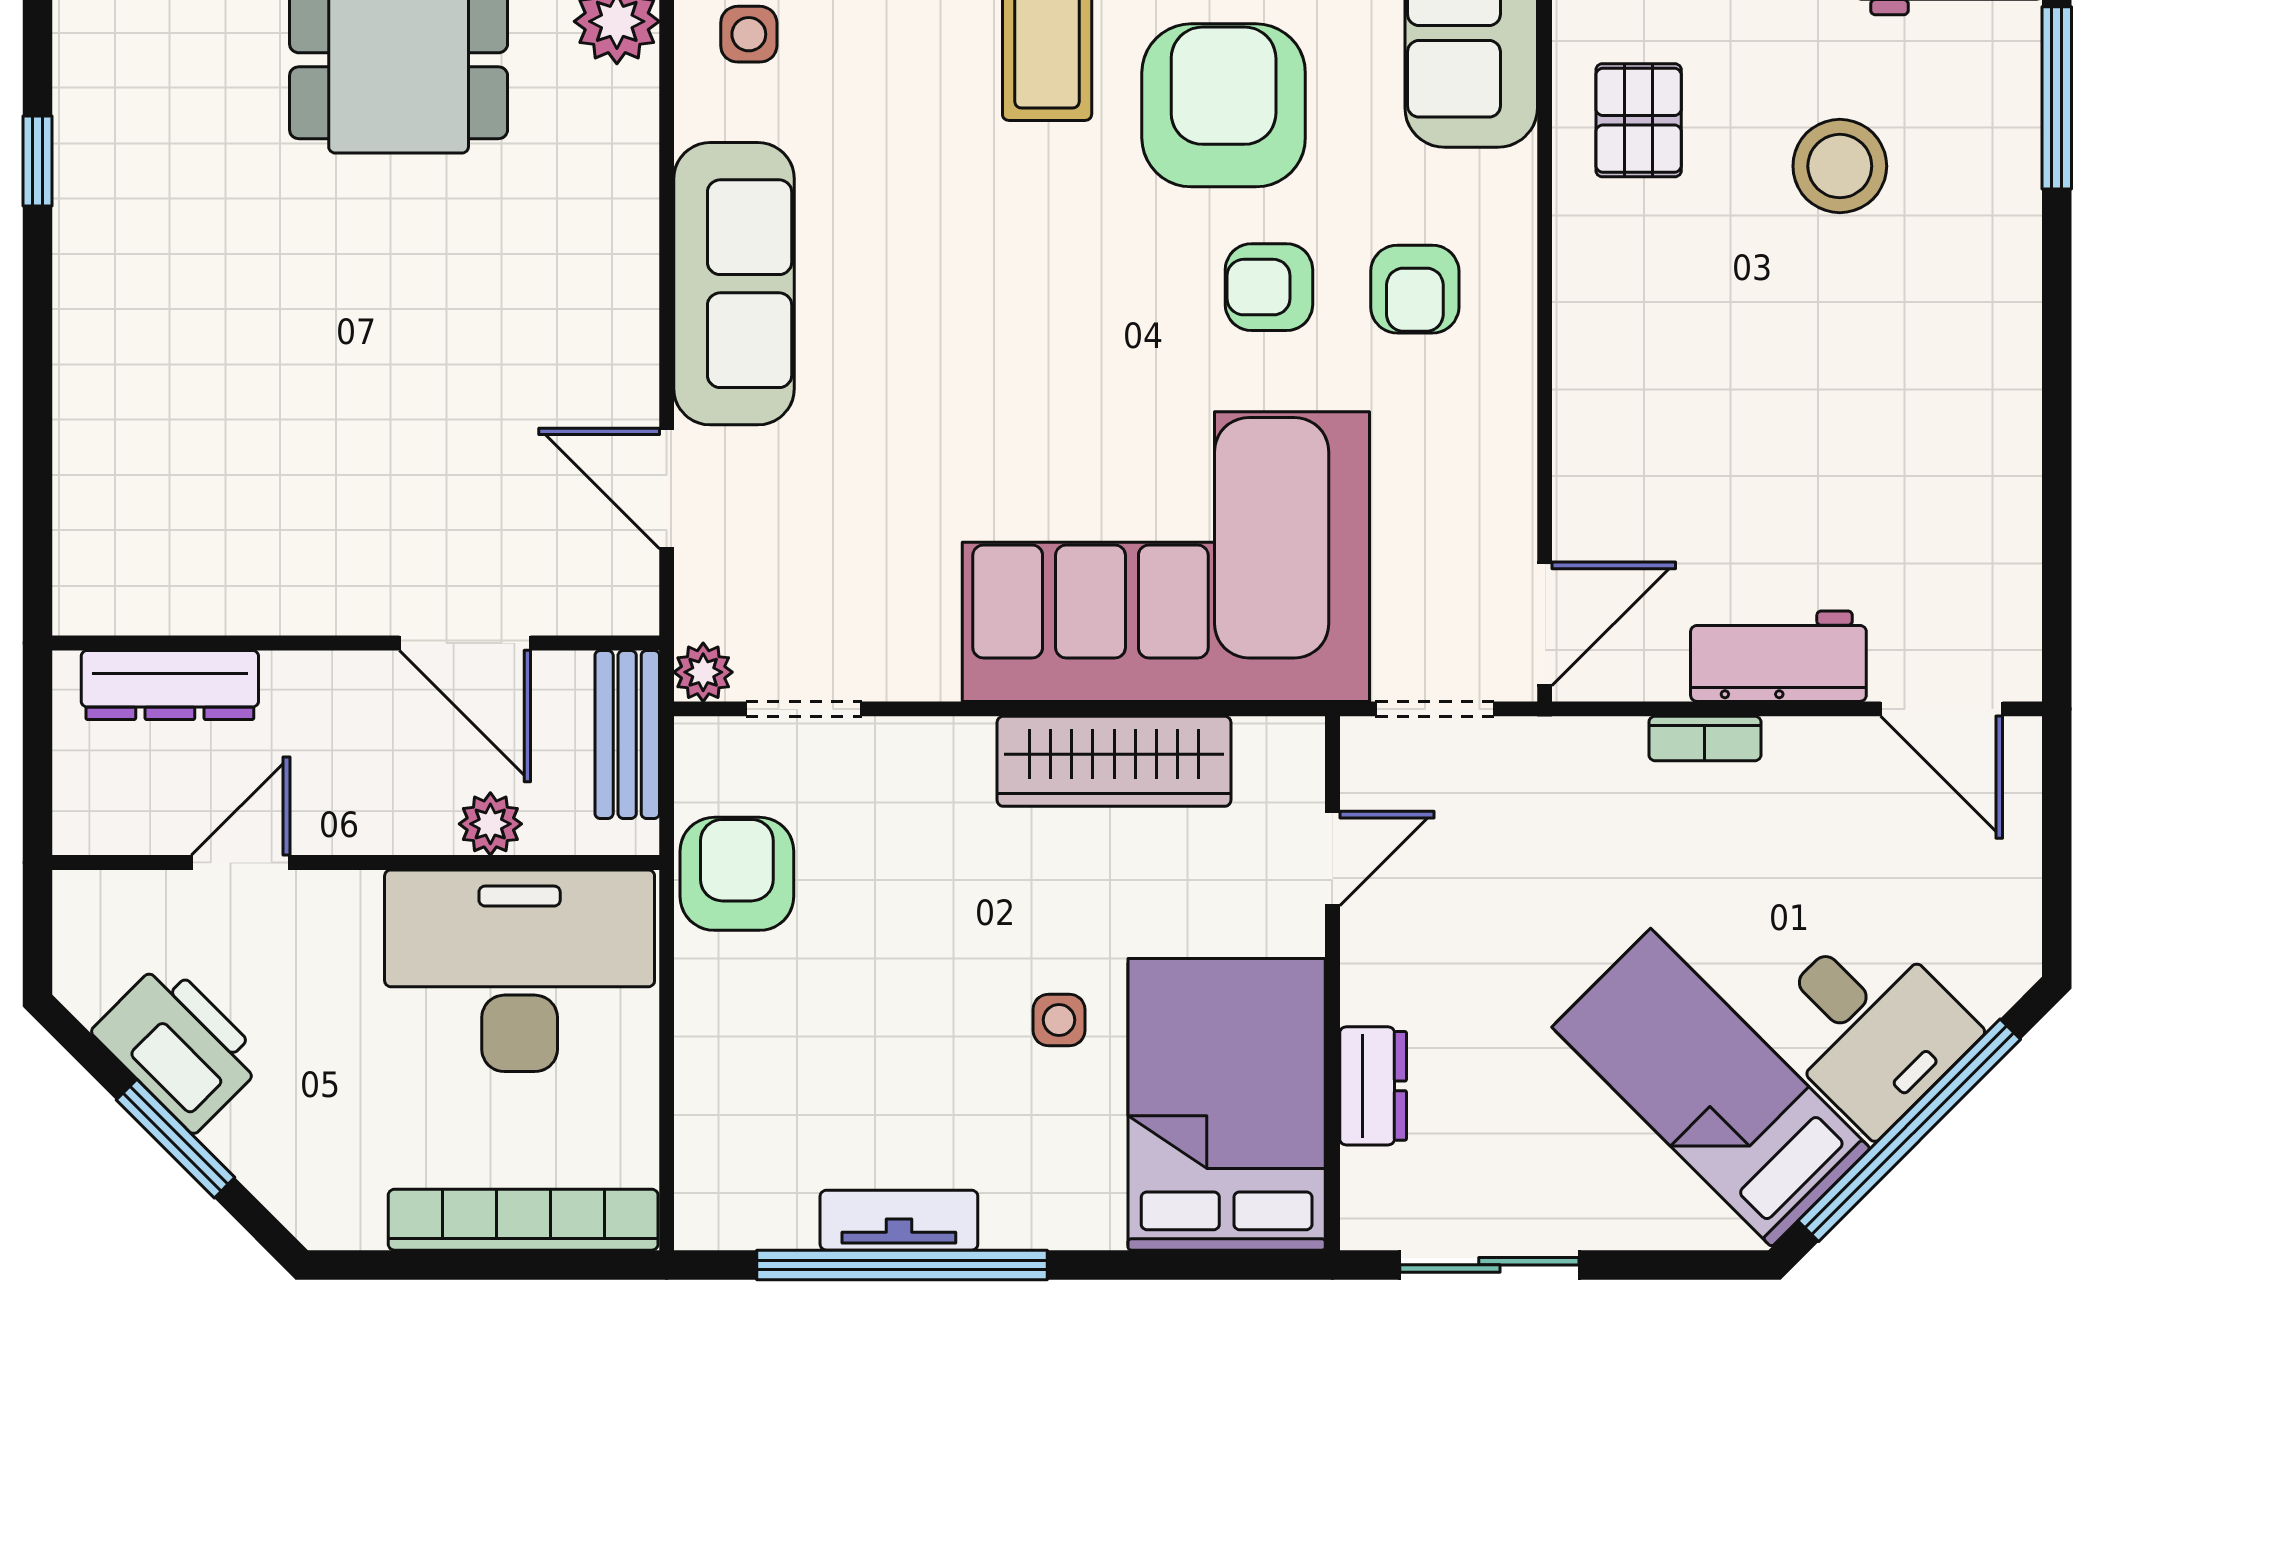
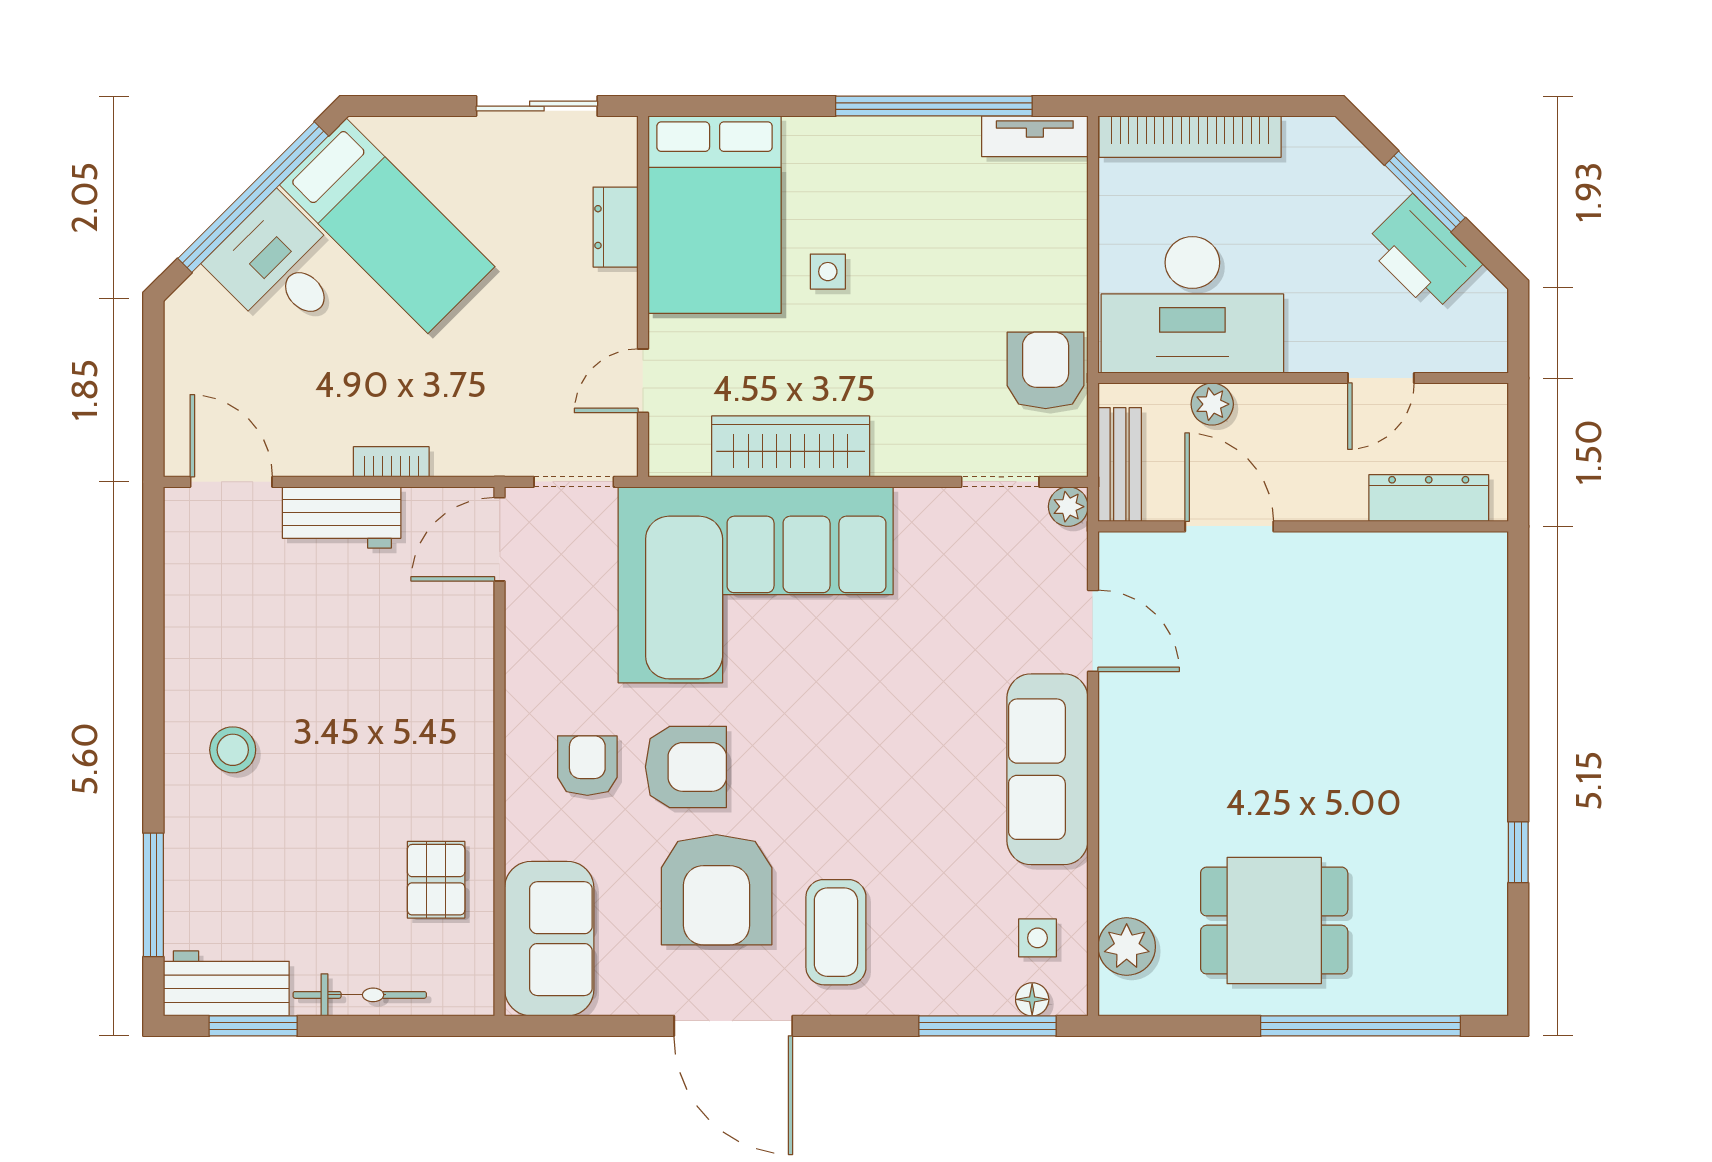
stool: (1840, 166) -> (233, 750), moved, width x0.73, depth x0.73
armchair: (1269, 287) -> (686, 767), width x1.38, depth x1.38
armchair: (737, 874) -> (1046, 370), turned 180
tv unit: (899, 1220) -> (1035, 136), moved

